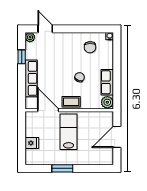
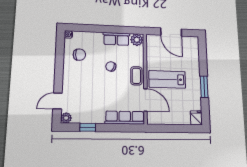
row of seats: (31, 78) -> (125, 118), moved
door: (48, 110) -> (145, 100), swing flipped
fridge: (32, 143) -> (196, 118), moved

